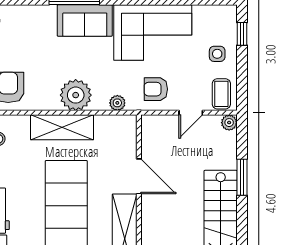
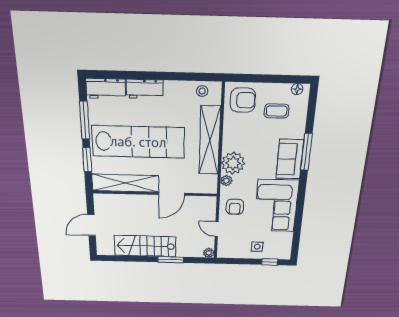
armchair: (156, 89) -> (235, 207), turned 180
coffee table: (221, 94) -> (277, 111), moved
plant: (76, 95) -> (233, 163), moved
shelving: (62, 127) -> (210, 141), width x1.47

